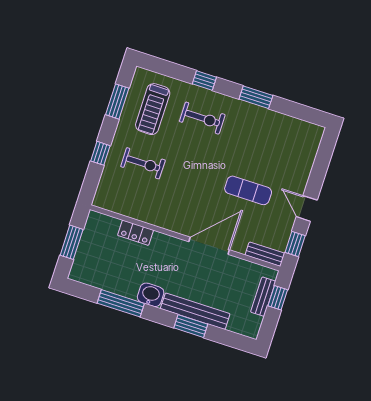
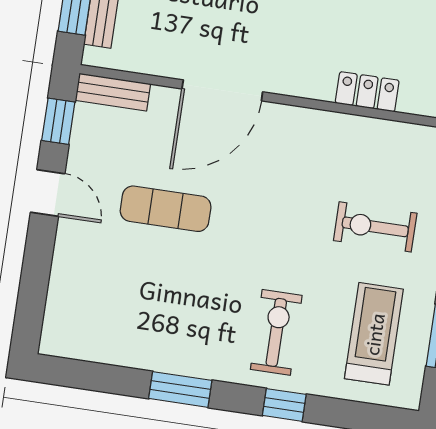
exercise bike: (202, 118) -> (276, 332), turned 90

